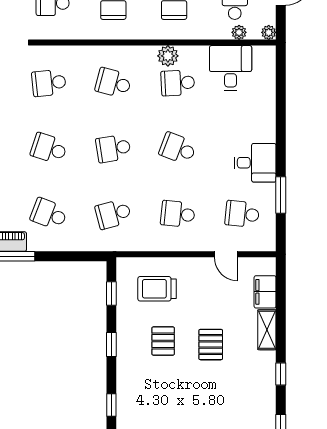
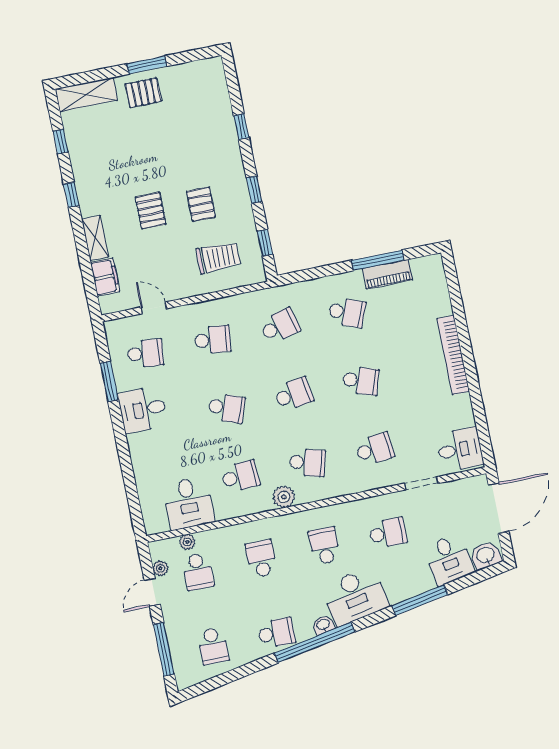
plant: (269, 32) -> (160, 568), moved
plant: (168, 56) -> (284, 497), moved

